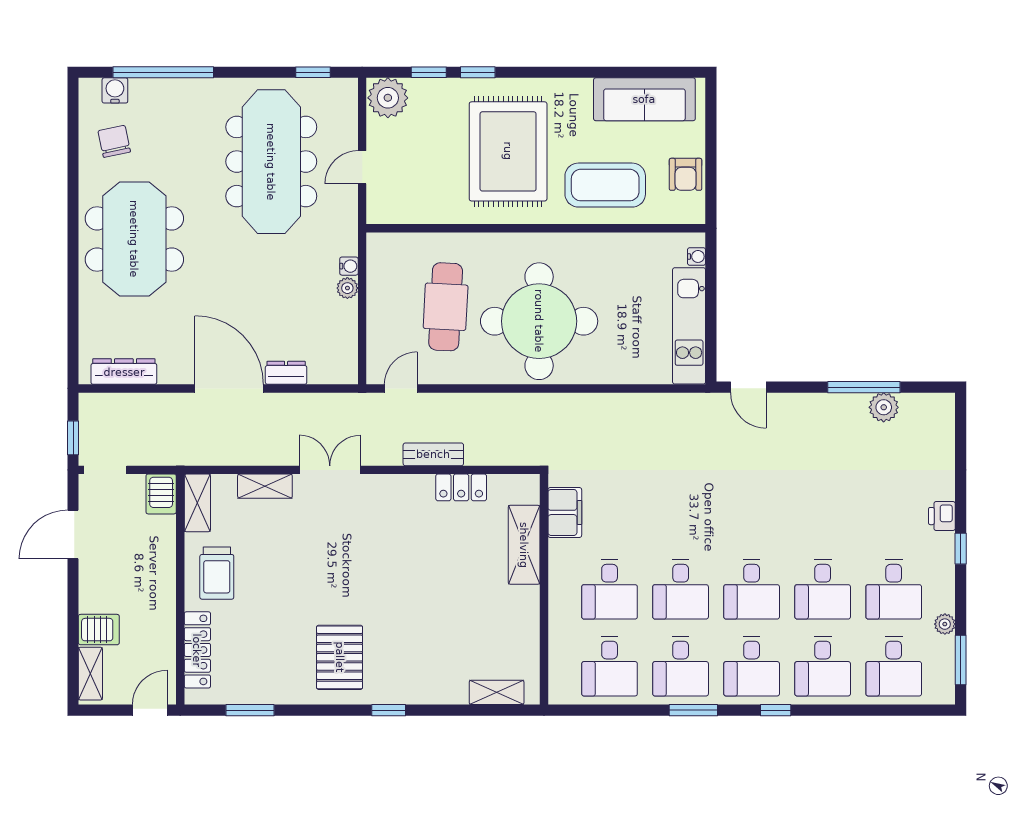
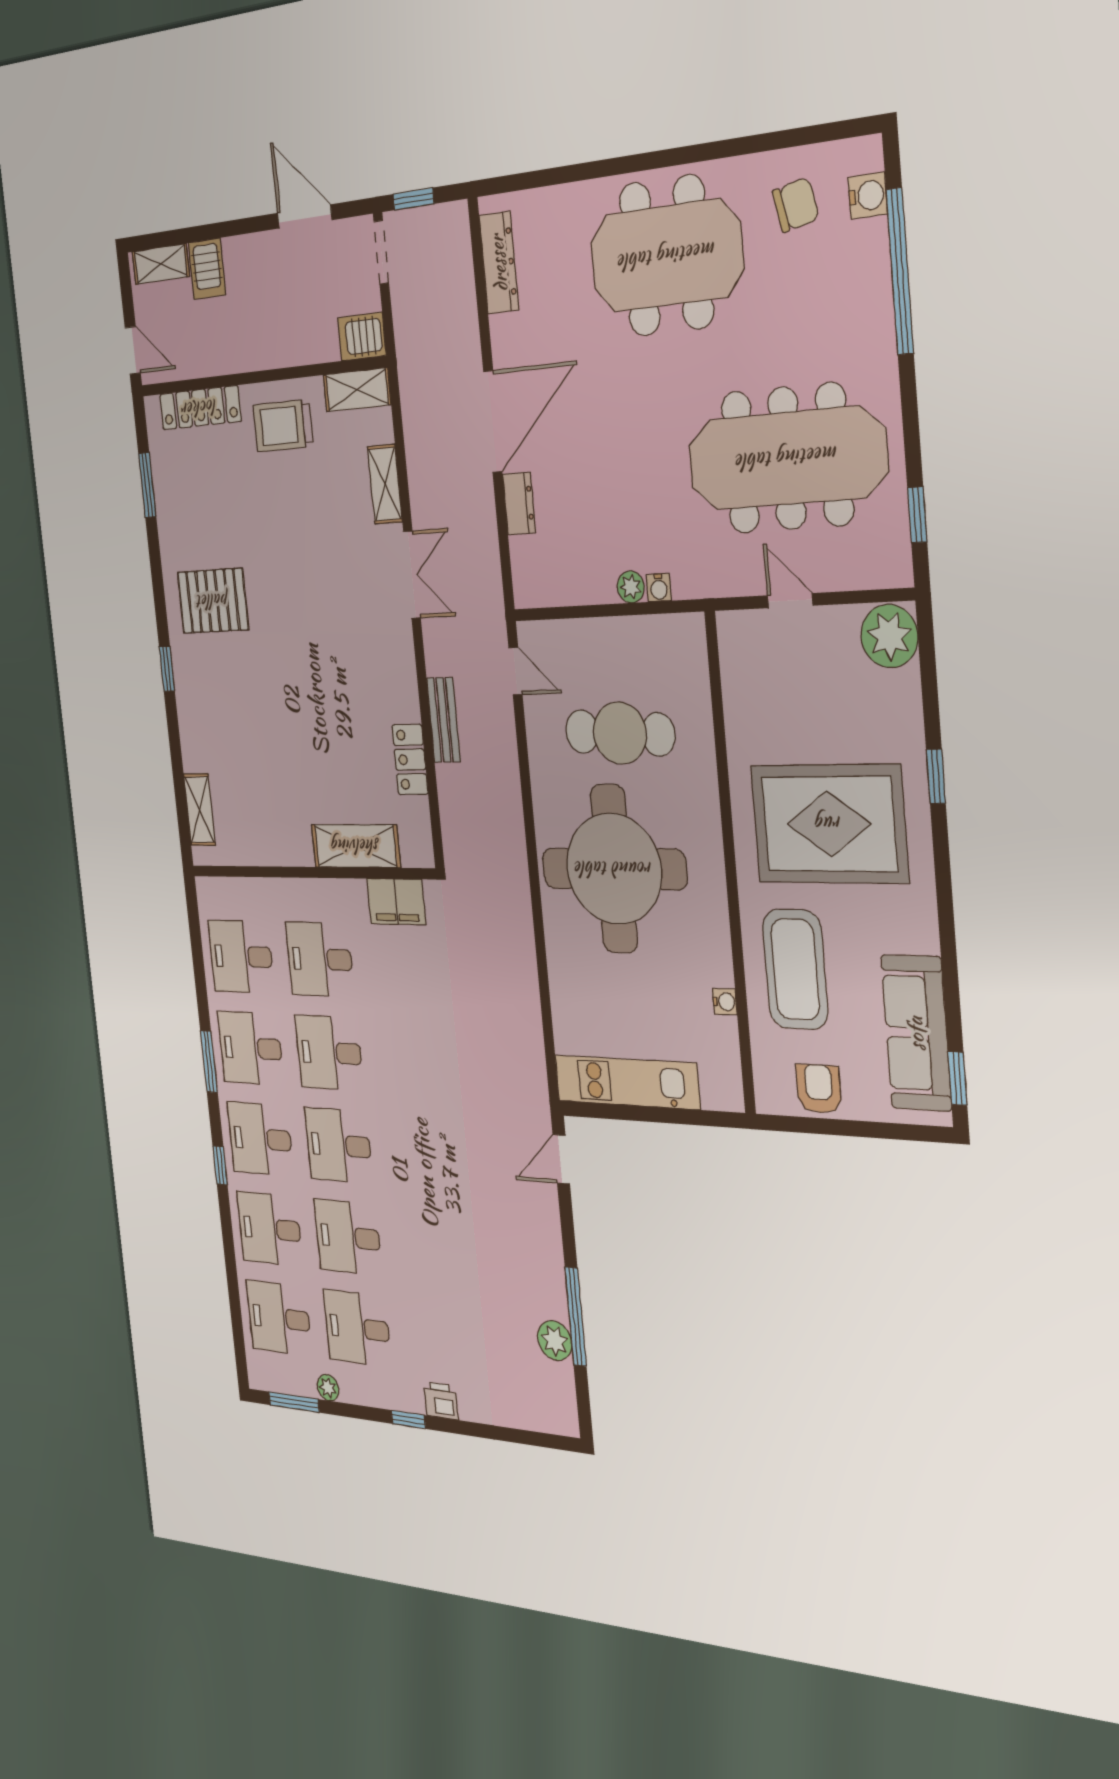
window: (429, 72) -> (957, 1078), moved
armchair: (686, 174) -> (819, 1089), turned 90
water cooler: (697, 256) -> (725, 1002), moved, turned -90

